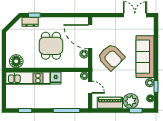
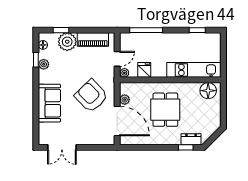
sofa: (145, 57) -> (49, 103), width x0.73
fridge: (56, 78) -> (144, 70), moved
door: (90, 87) -> (117, 59), swing flipped

